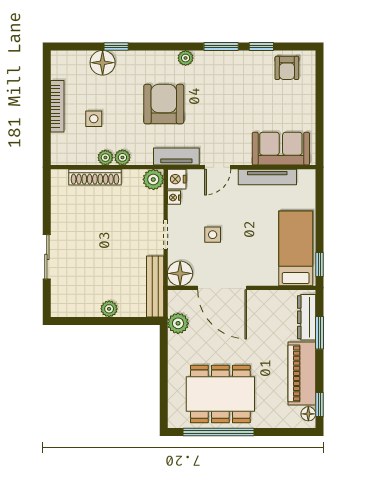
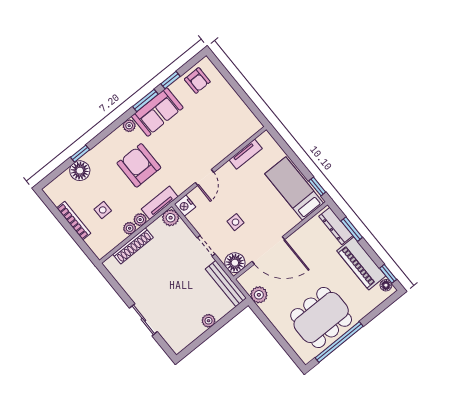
sofa: (281, 149) -> (157, 112), moved, turned 180
tv unit: (176, 157) -> (160, 203), moved
tv unit: (267, 177) -> (246, 154), width x0.71
nightstand: (174, 198) -> (193, 218), removed

